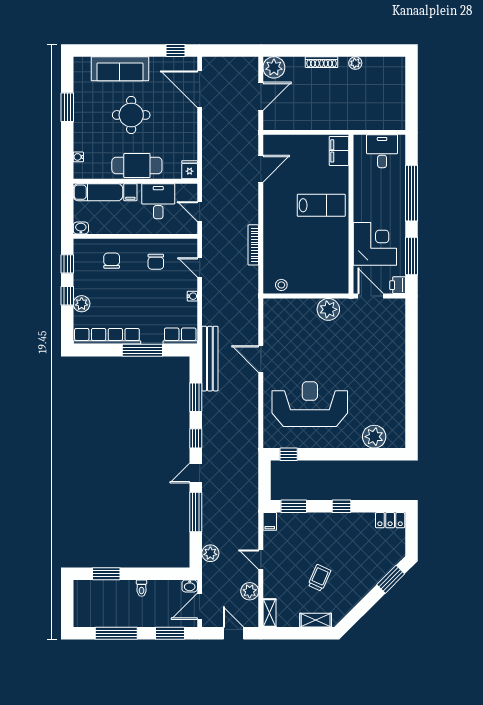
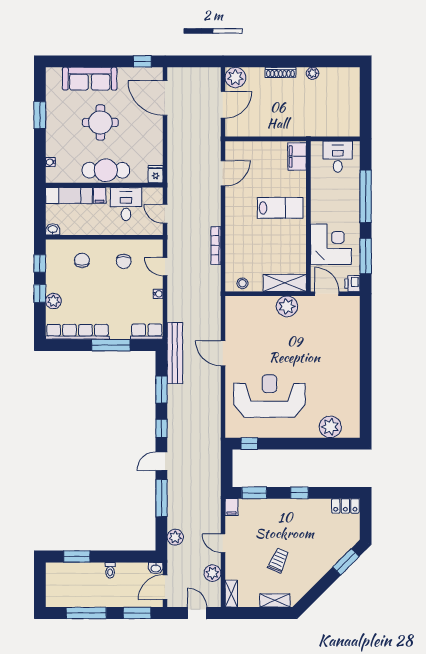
shelving: (326, 285) -> (285, 283), added

